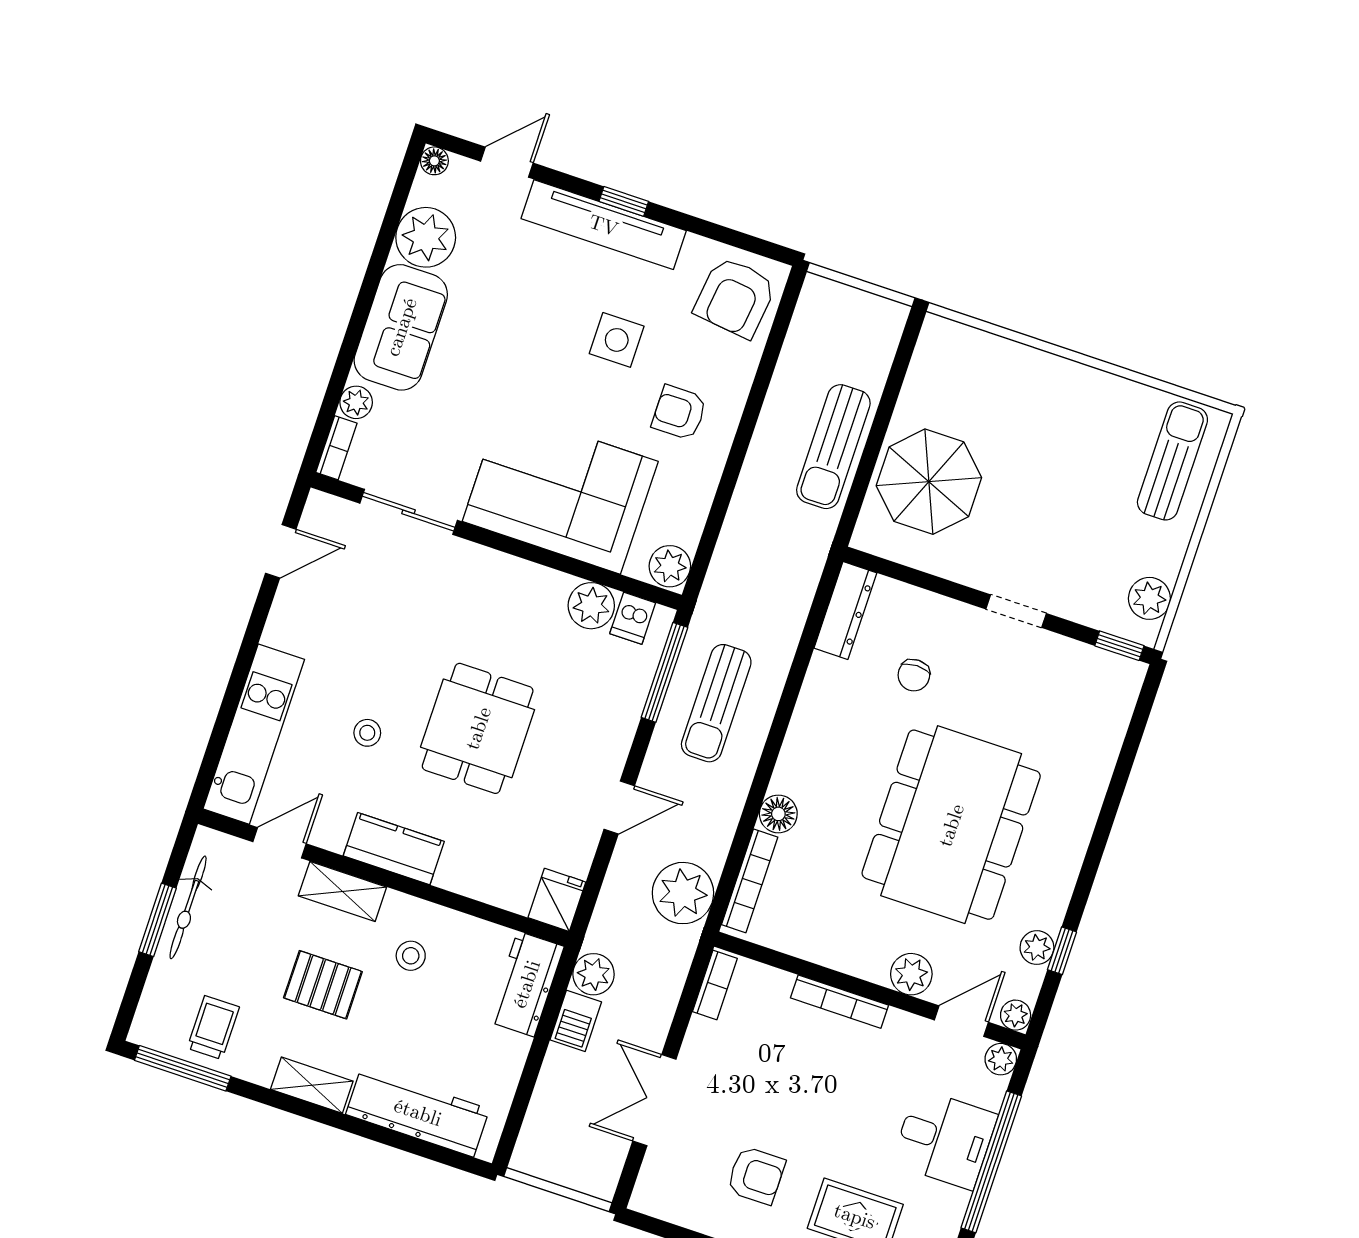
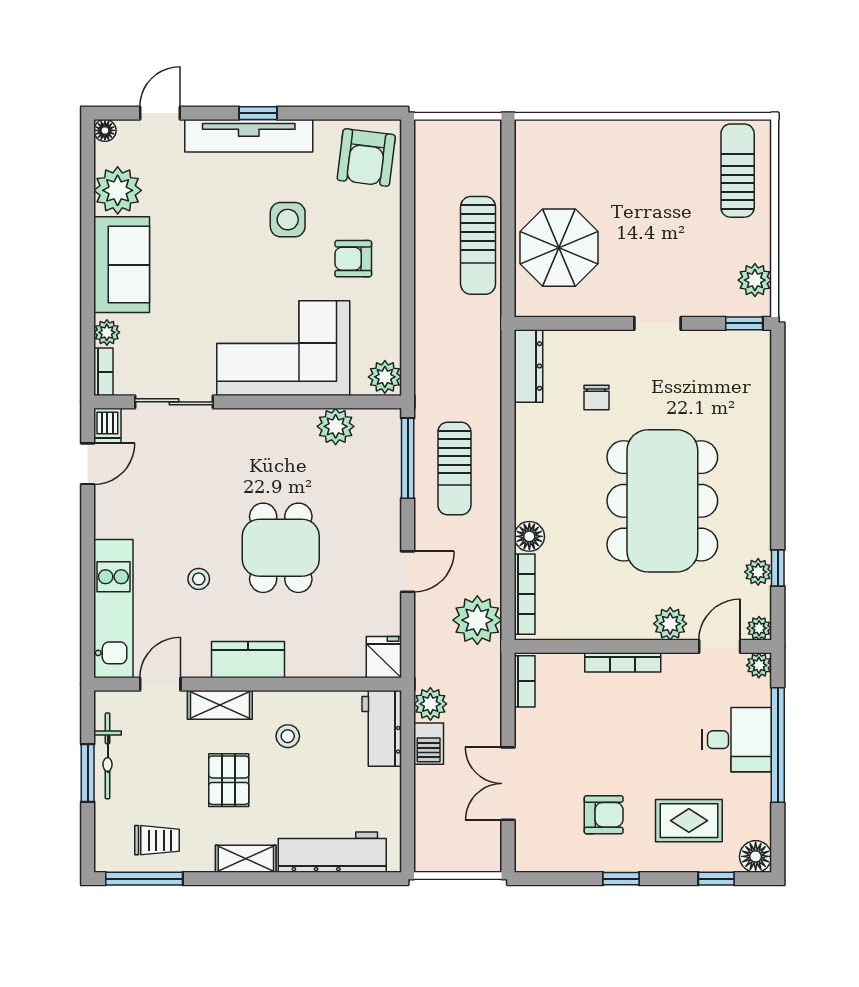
dishwasher: (633, 618) -> (107, 425), moved
pallet: (323, 985) -> (229, 780), turned 90
trolley: (213, 1028) -> (157, 840), turned 90

